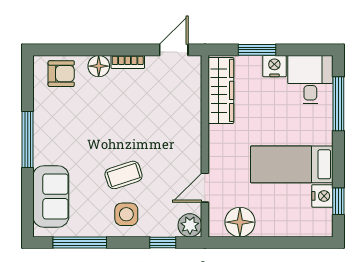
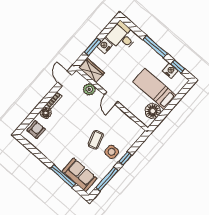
wardrobe: (221, 90) -> (92, 71), width x0.67
window: (338, 104) -> (155, 47), moved
window: (28, 140) -> (63, 176), moved
bed: (292, 164) -> (155, 89), moved, turned 90
door: (205, 188) -> (111, 98), moved
plant: (190, 225) -> (89, 89), moved
window: (163, 242) -> (125, 159), moved

